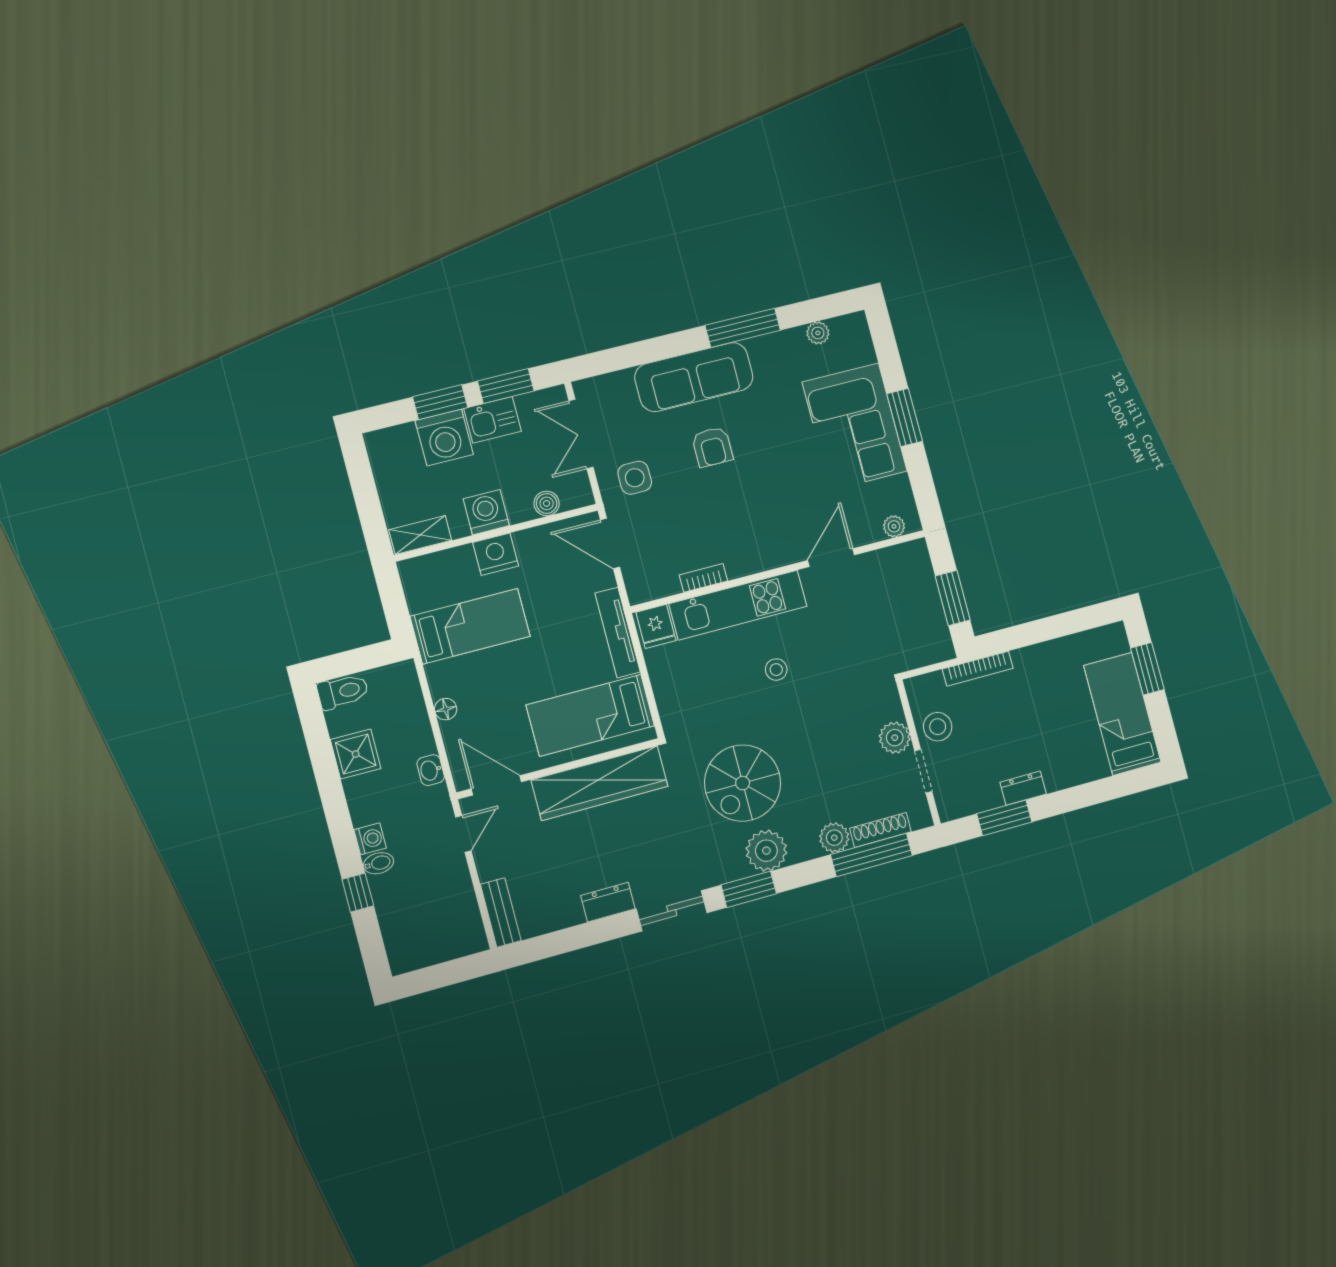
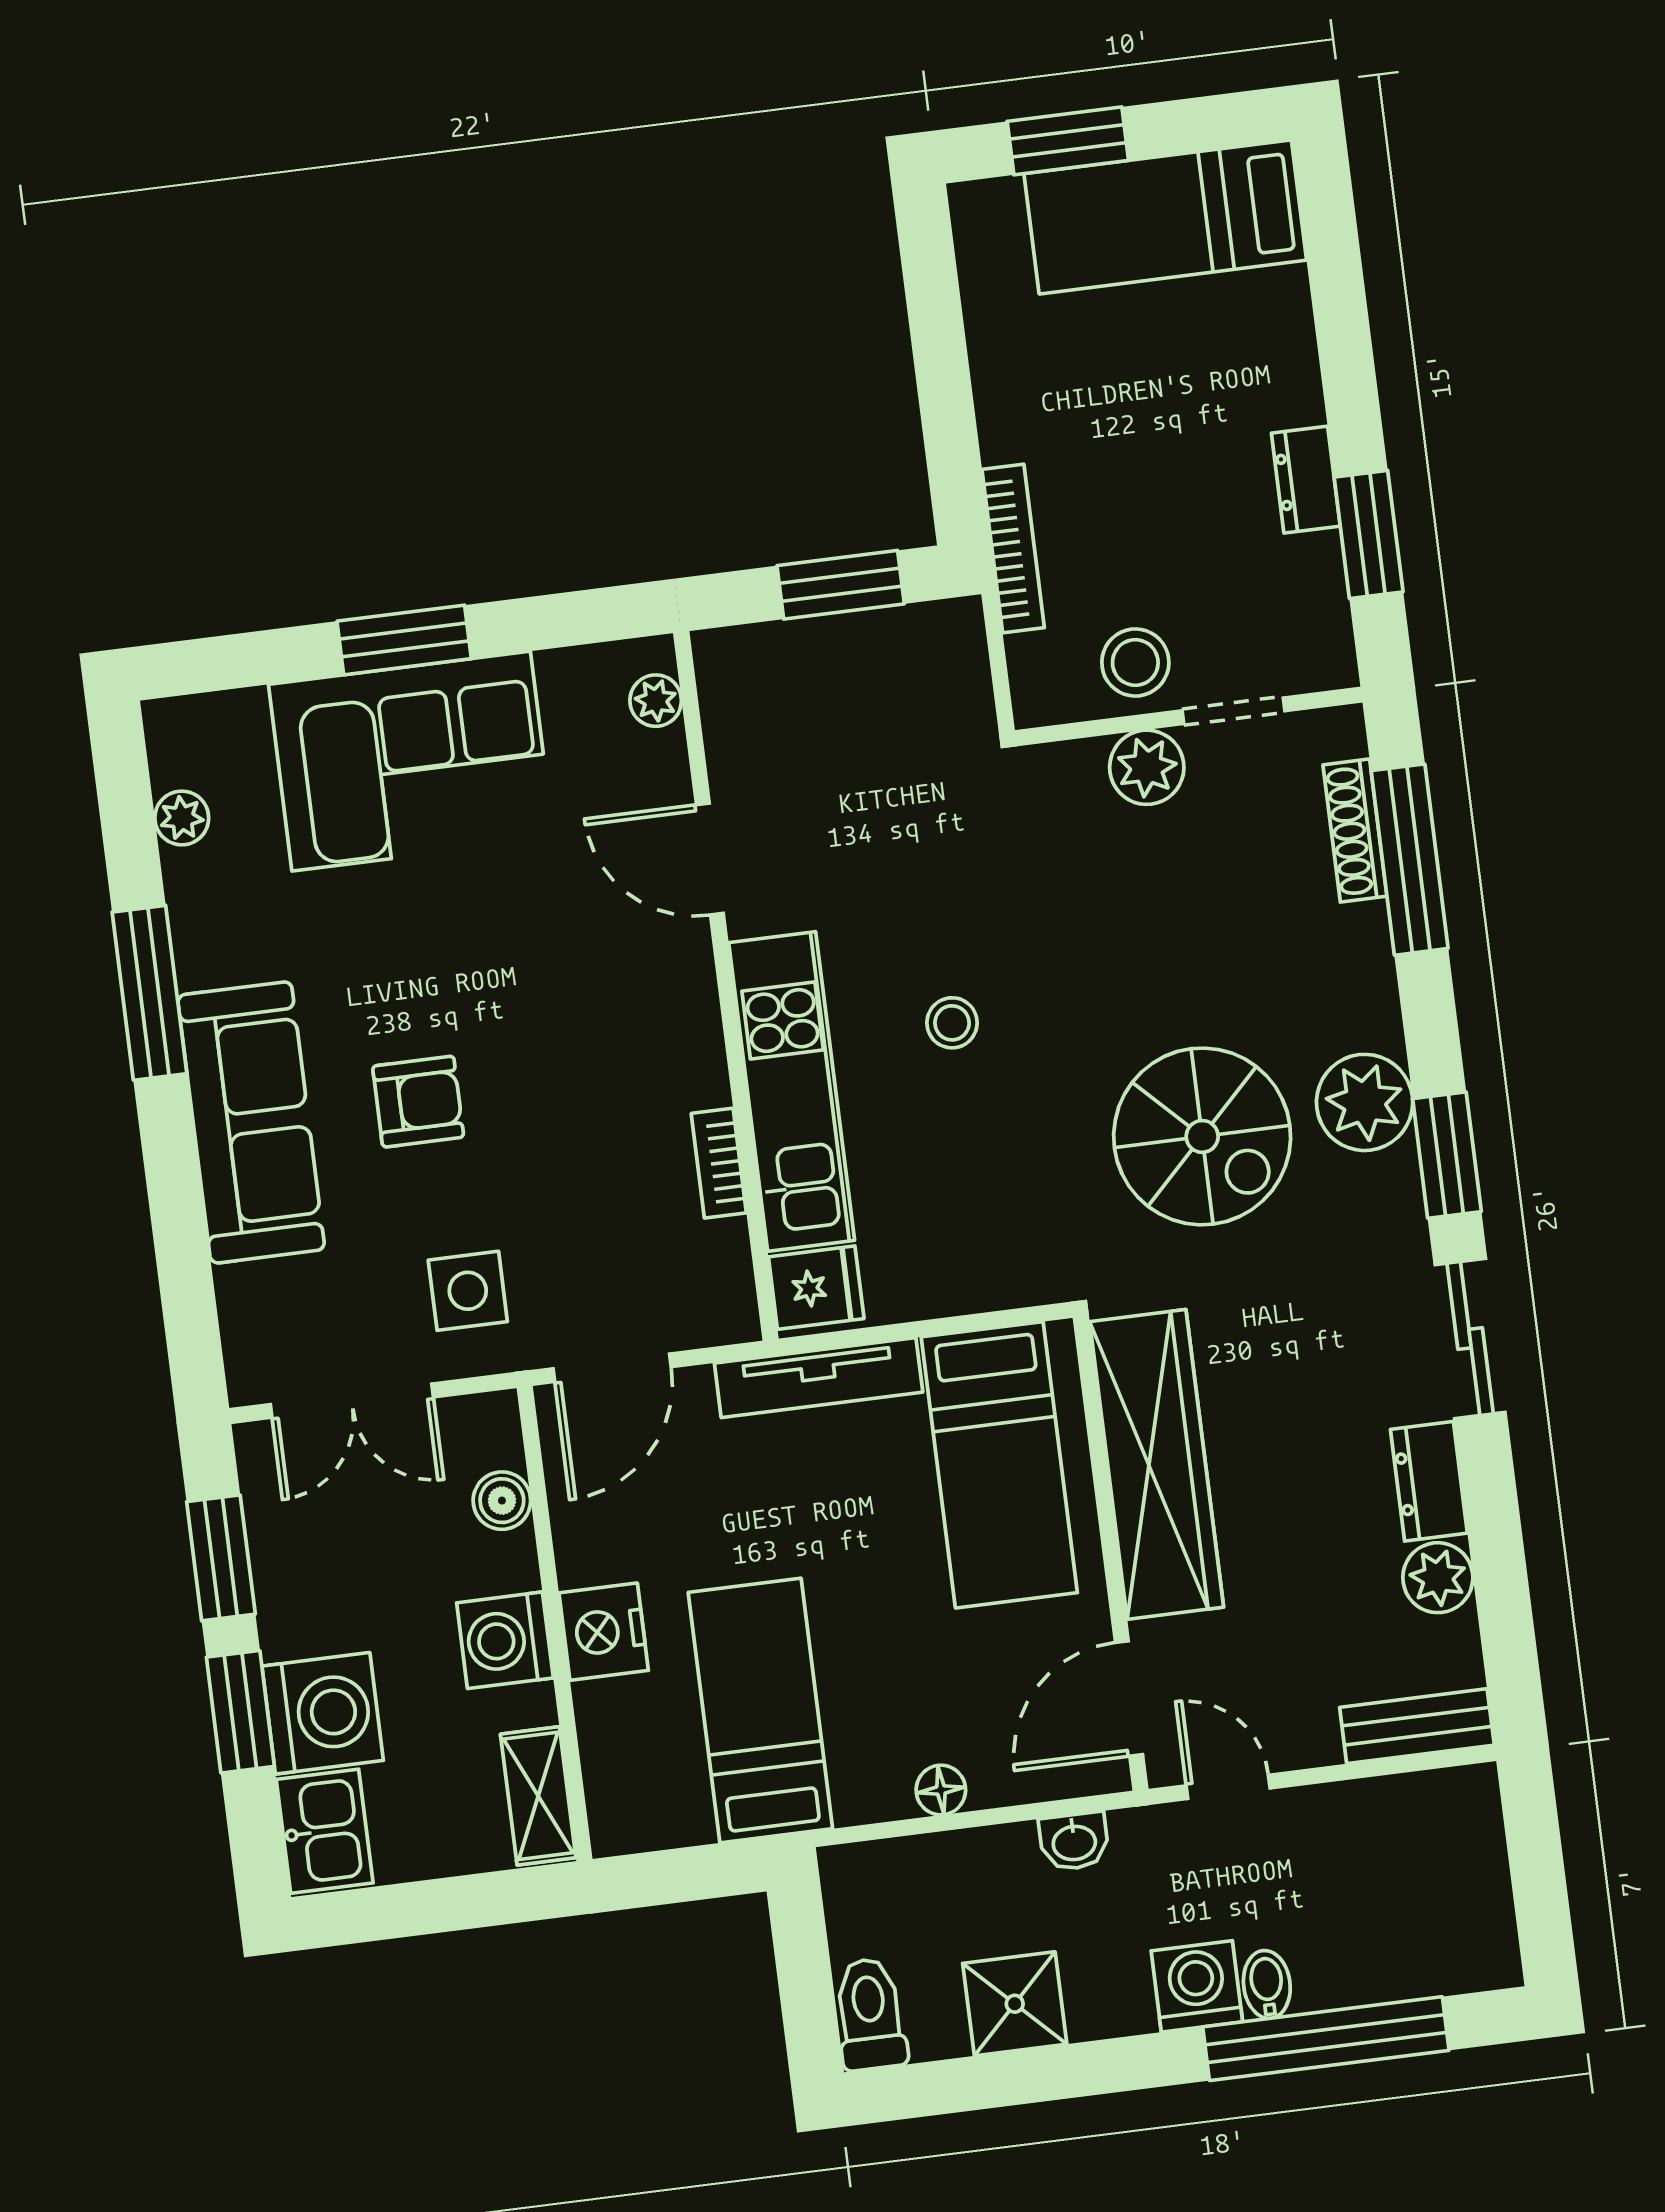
kitchen sink: (492, 420) -> (325, 1831), moved
plant: (834, 838) -> (1438, 1578), moved
washing machine: (370, 839) -> (1197, 1986), width x1.38, depth x1.38
window: (358, 893) -> (1326, 2039), width x3.17

